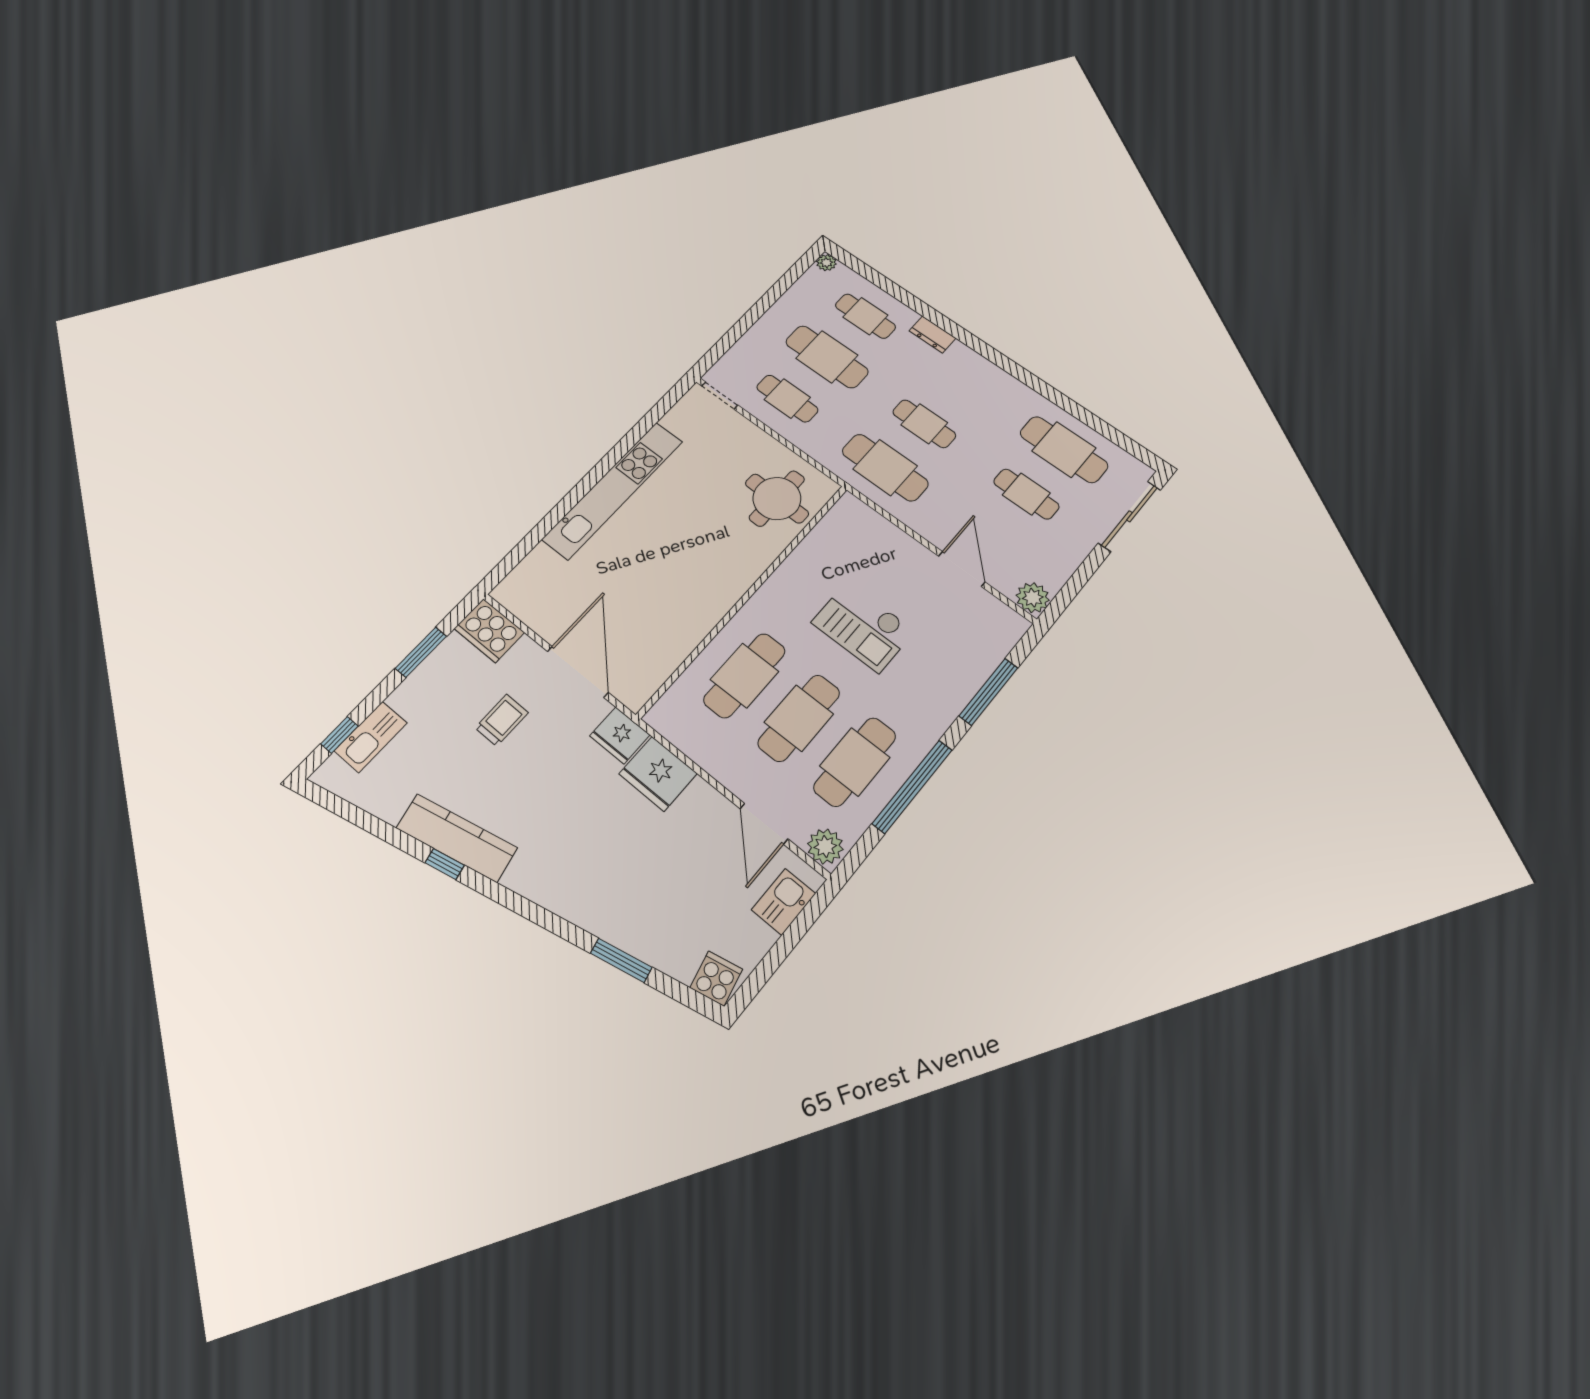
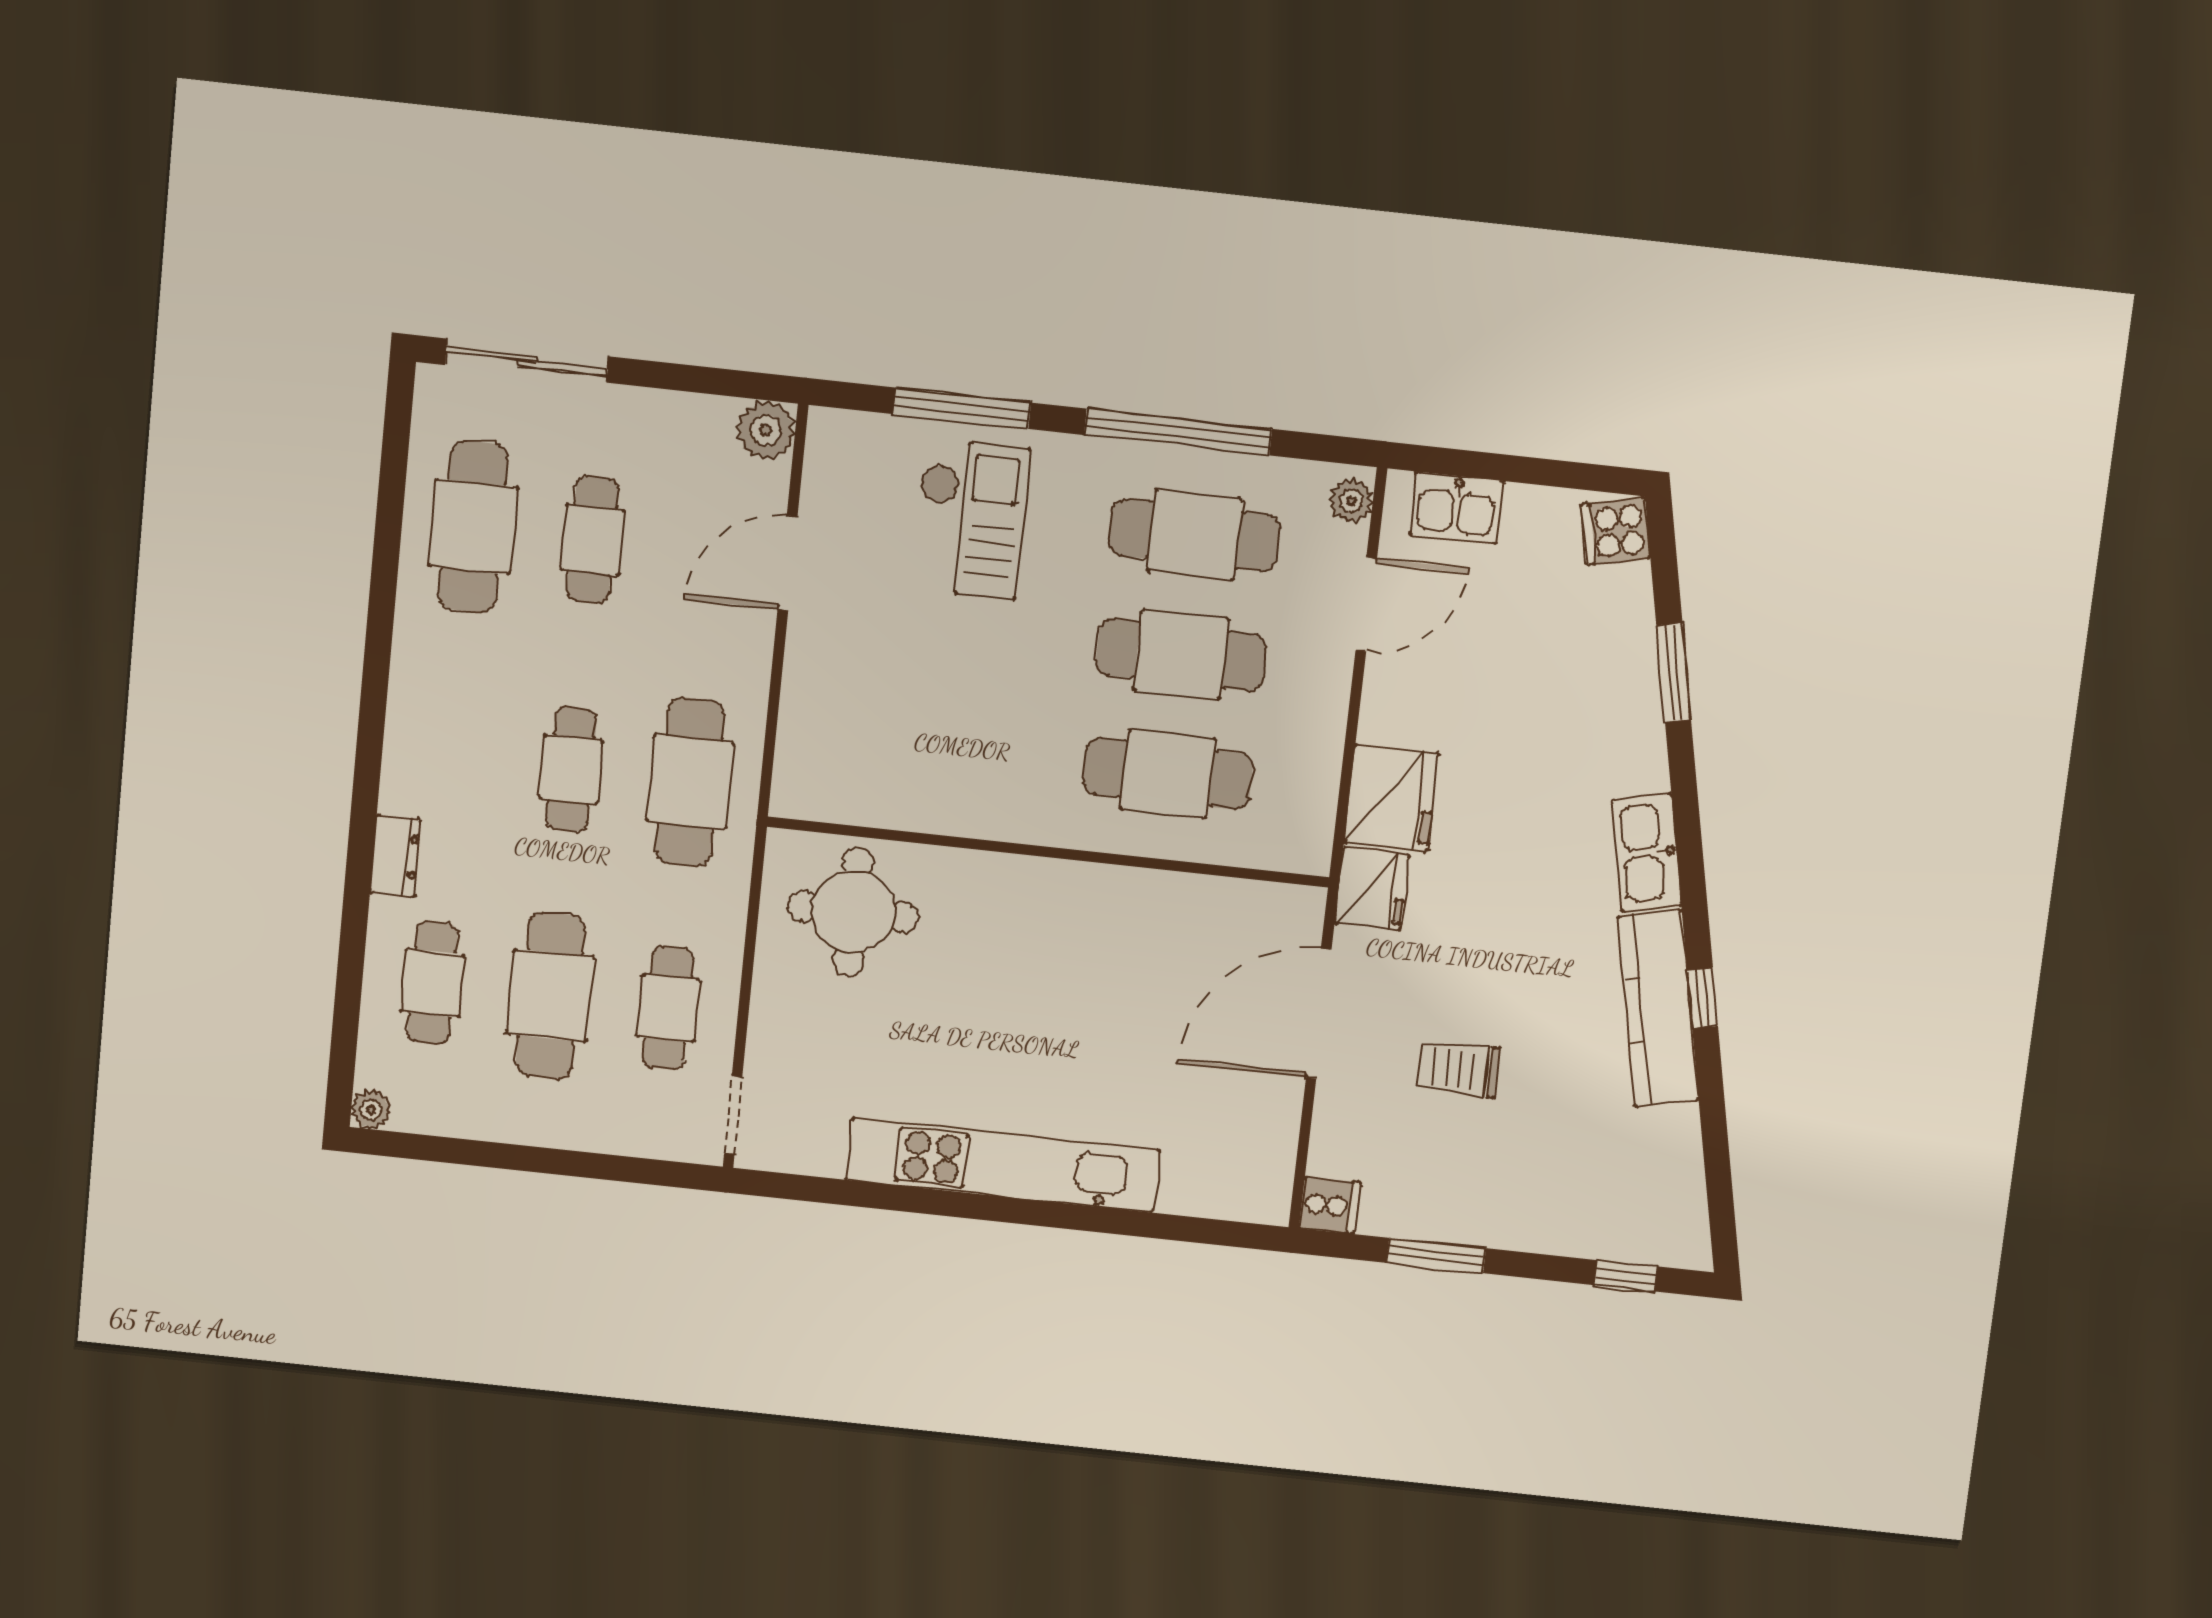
checkout: (863, 627) -> (970, 518), moved
cooker: (489, 631) -> (1329, 1205), width x0.53, depth x0.76
kitchen sink: (371, 737) -> (1647, 853), moved, turned -102
plant: (825, 846) -> (1351, 501), width x0.73, depth x0.73

